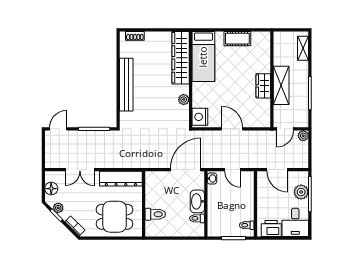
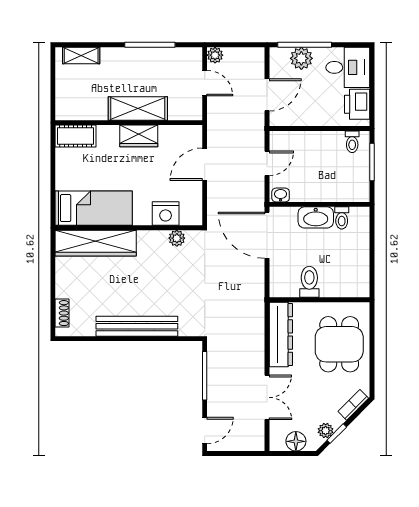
cot: (237, 39) -> (76, 136), moved, turned 90
wall: (272, 79) -> (129, 123), moved
shelving: (281, 85) -> (138, 109), moved
wardrobe: (263, 86) -> (139, 136), moved
plant: (184, 100) -> (177, 238), moved
nightstand: (200, 117) -> (166, 214), moved
door: (58, 129) -> (205, 431), swing flipped
toilet: (155, 214) -> (309, 282), moved

